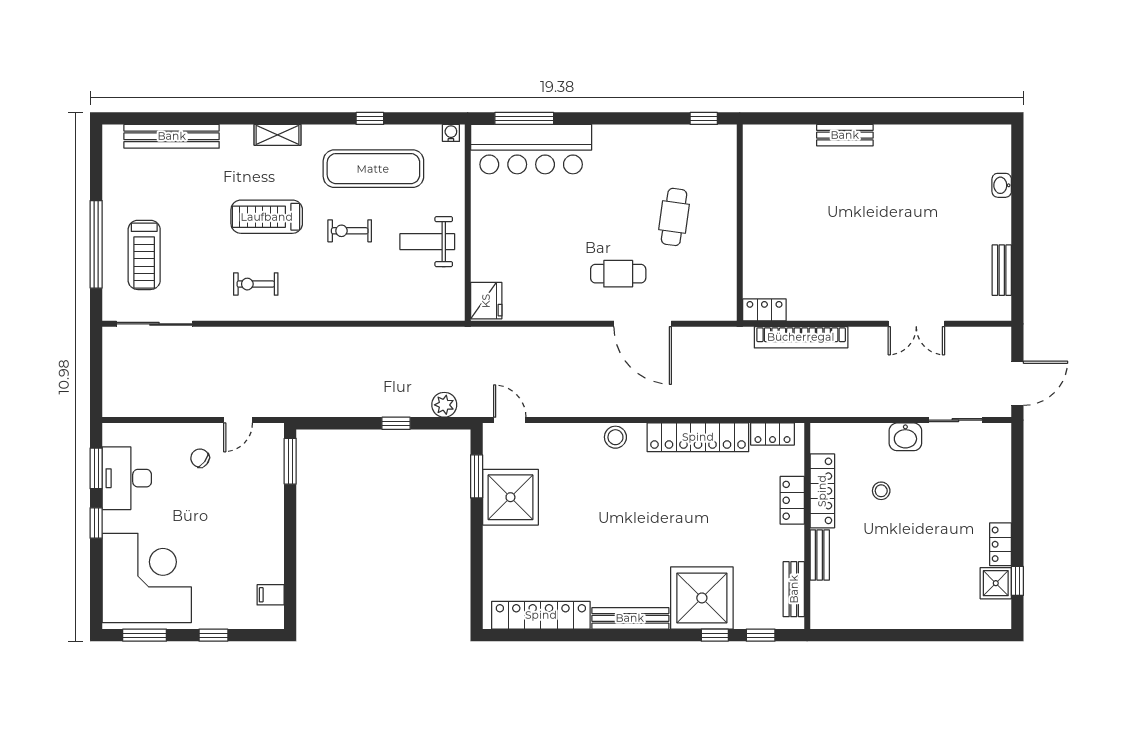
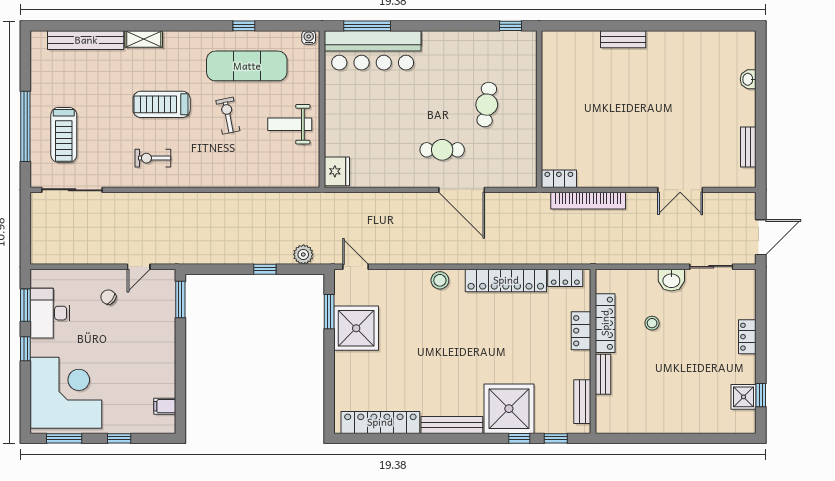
shelving: (278, 135) -> (144, 39), moved
exercise bike: (350, 231) -> (228, 116), turned 79
locker: (1001, 544) -> (747, 337), moved

